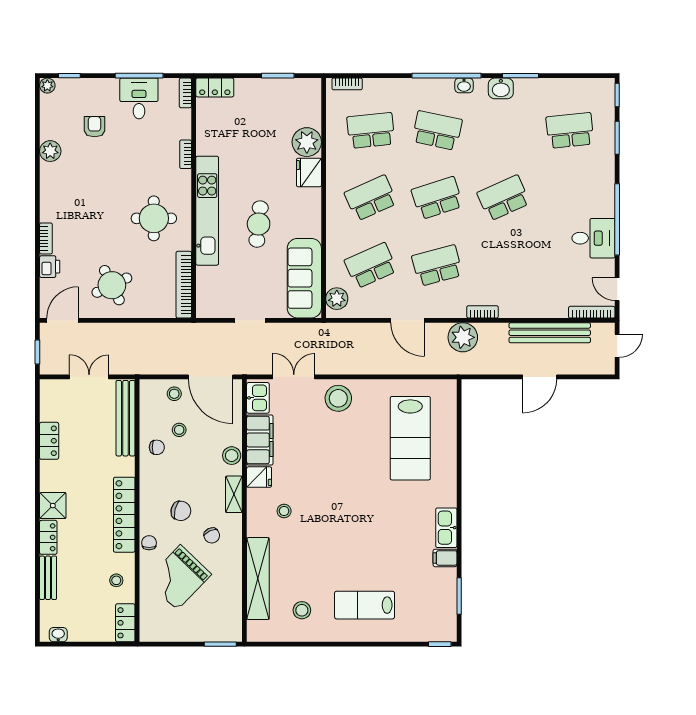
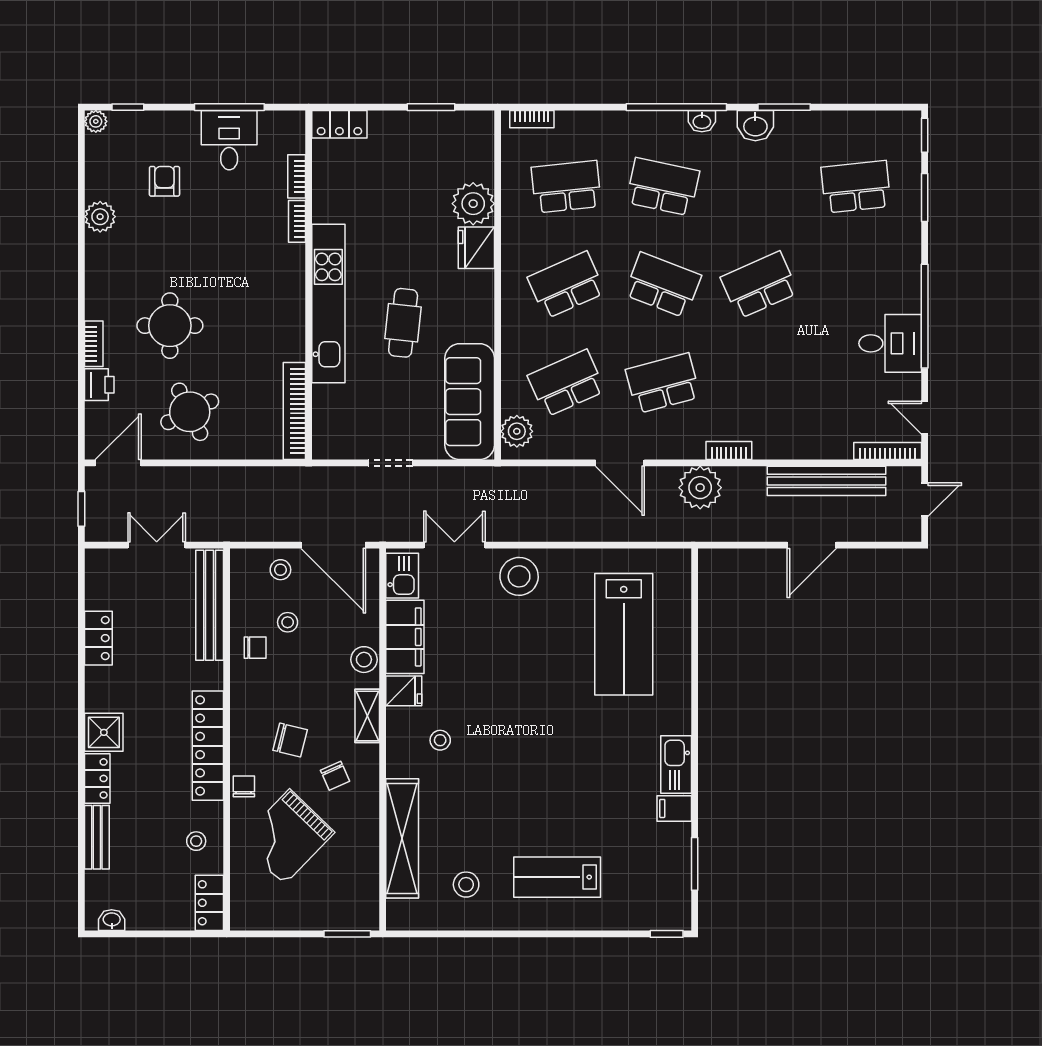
bookcase: (185, 93) -> (297, 176), moved
school desk: (437, 198) -> (663, 285), turned 39
round table: (154, 218) -> (170, 326), moved

